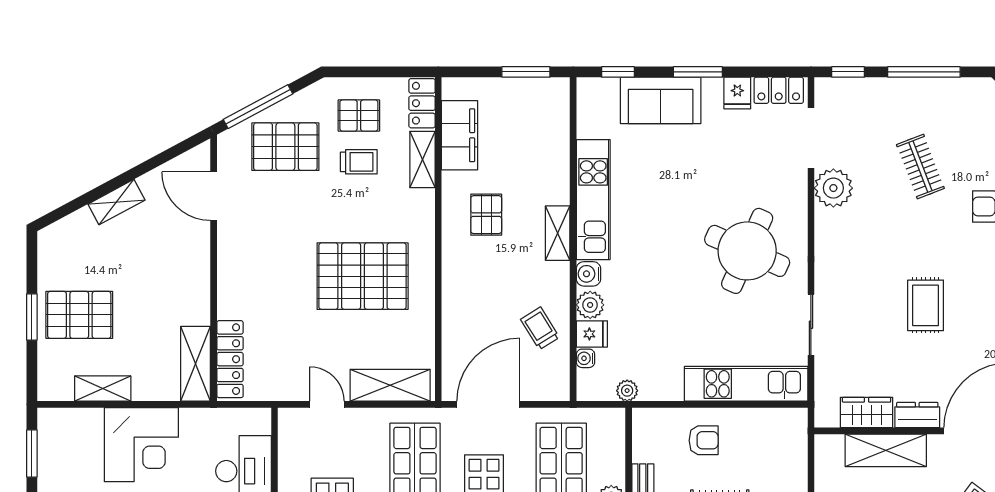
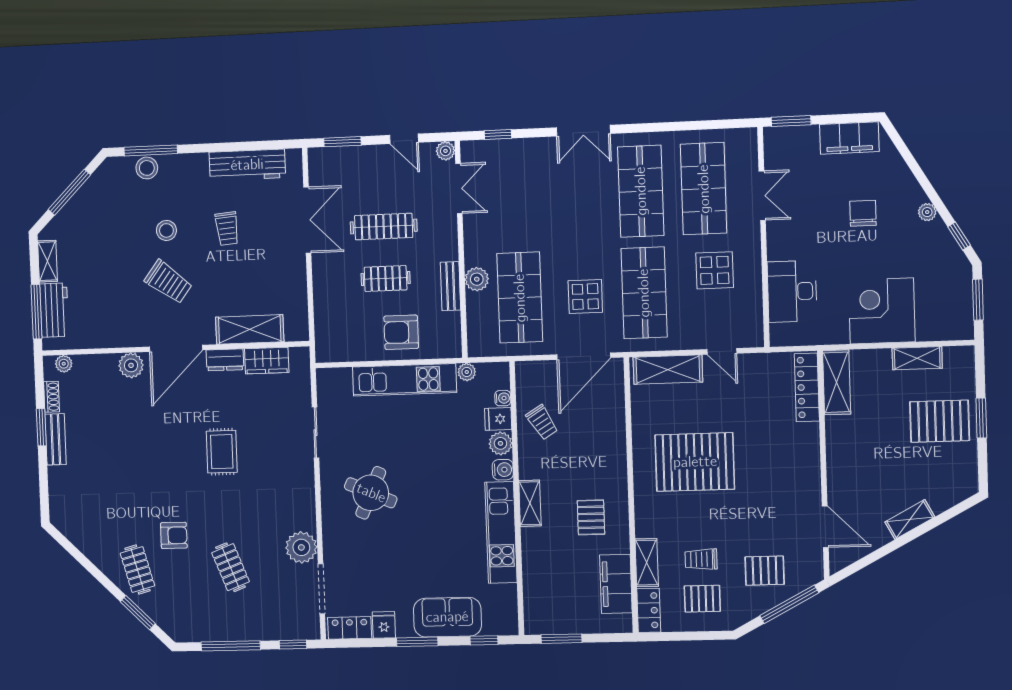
pallet: (285, 147) -> (765, 571), width x0.67, depth x0.71
round table: (747, 251) -> (371, 493), width x0.73, depth x0.73
kitchen unit: (746, 384) -> (405, 380), moved
armchair: (704, 440) -> (401, 332), width x1.38, depth x1.38

